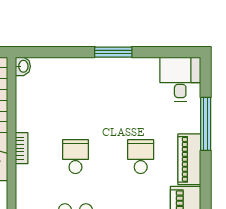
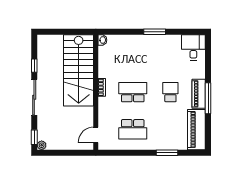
window: (206, 124) -> (208, 98), moved
school desk: (75, 157) -> (133, 92), width x1.85

